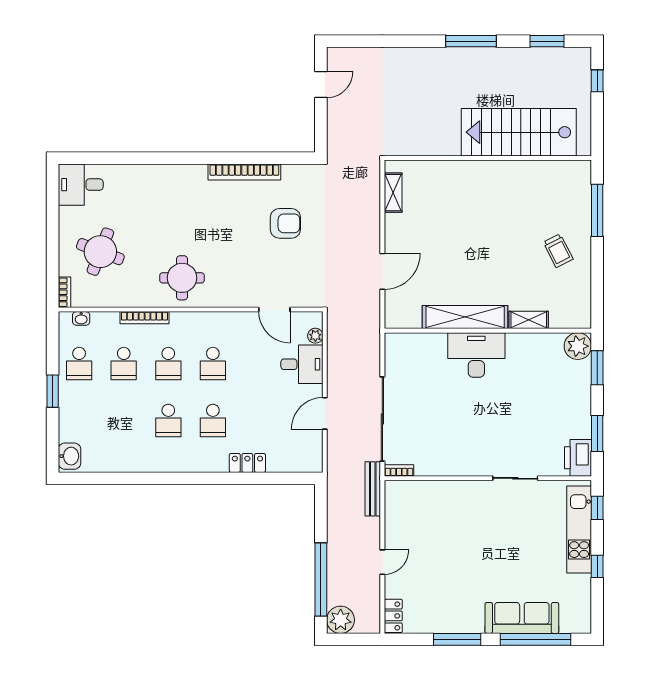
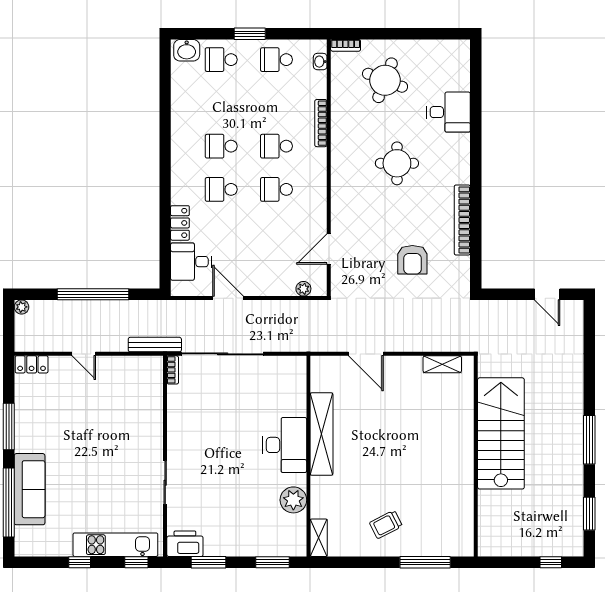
stairs: (519, 132) -> (501, 433), moved
desk: (81, 185) -> (449, 112), moved, turned 90
round table: (182, 278) -> (397, 163), moved
shelving: (529, 320) -> (319, 538), moved
plant: (578, 346) -> (293, 500), moved
school desk: (124, 364) -> (221, 60), moved
desk: (302, 364) -> (191, 262), moved, turned 90
window: (321, 579) -> (93, 294), moved
plant: (341, 620) -> (22, 307), width x0.53, depth x0.53

